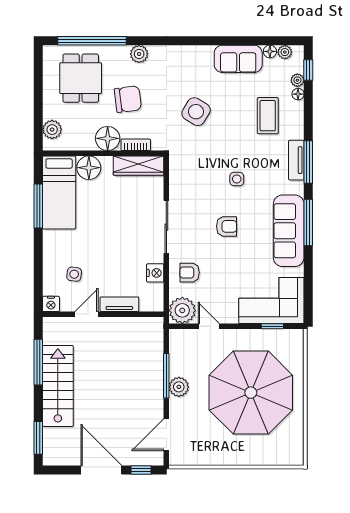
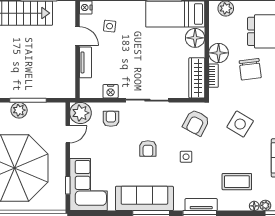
armchair: (194, 166) -> (196, 123), added

